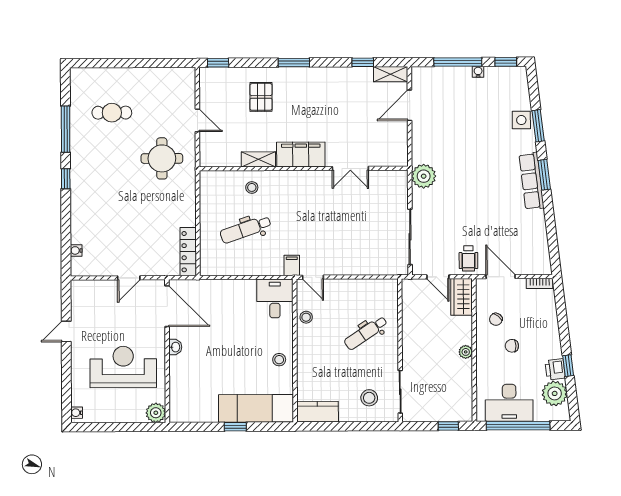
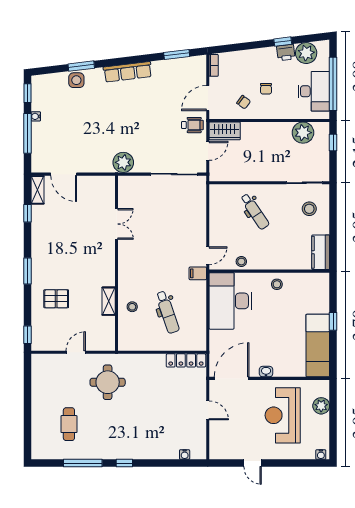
filing cabinet: (301, 154) -> (105, 266), removed
window: (544, 175) -> (177, 54), moved
desk: (275, 298) -> (230, 301), width x1.87, depth x1.30
plant: (466, 352) -> (303, 133), moved, width x1.87, depth x1.87
exam couch: (256, 408) -> (318, 346), moved
plant: (156, 413) -> (321, 406), moved

